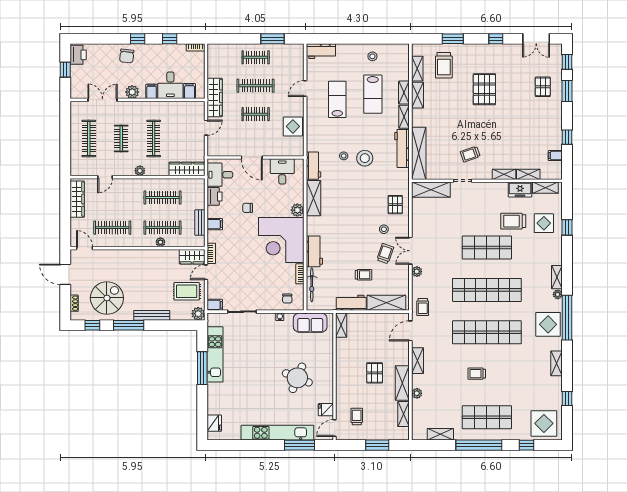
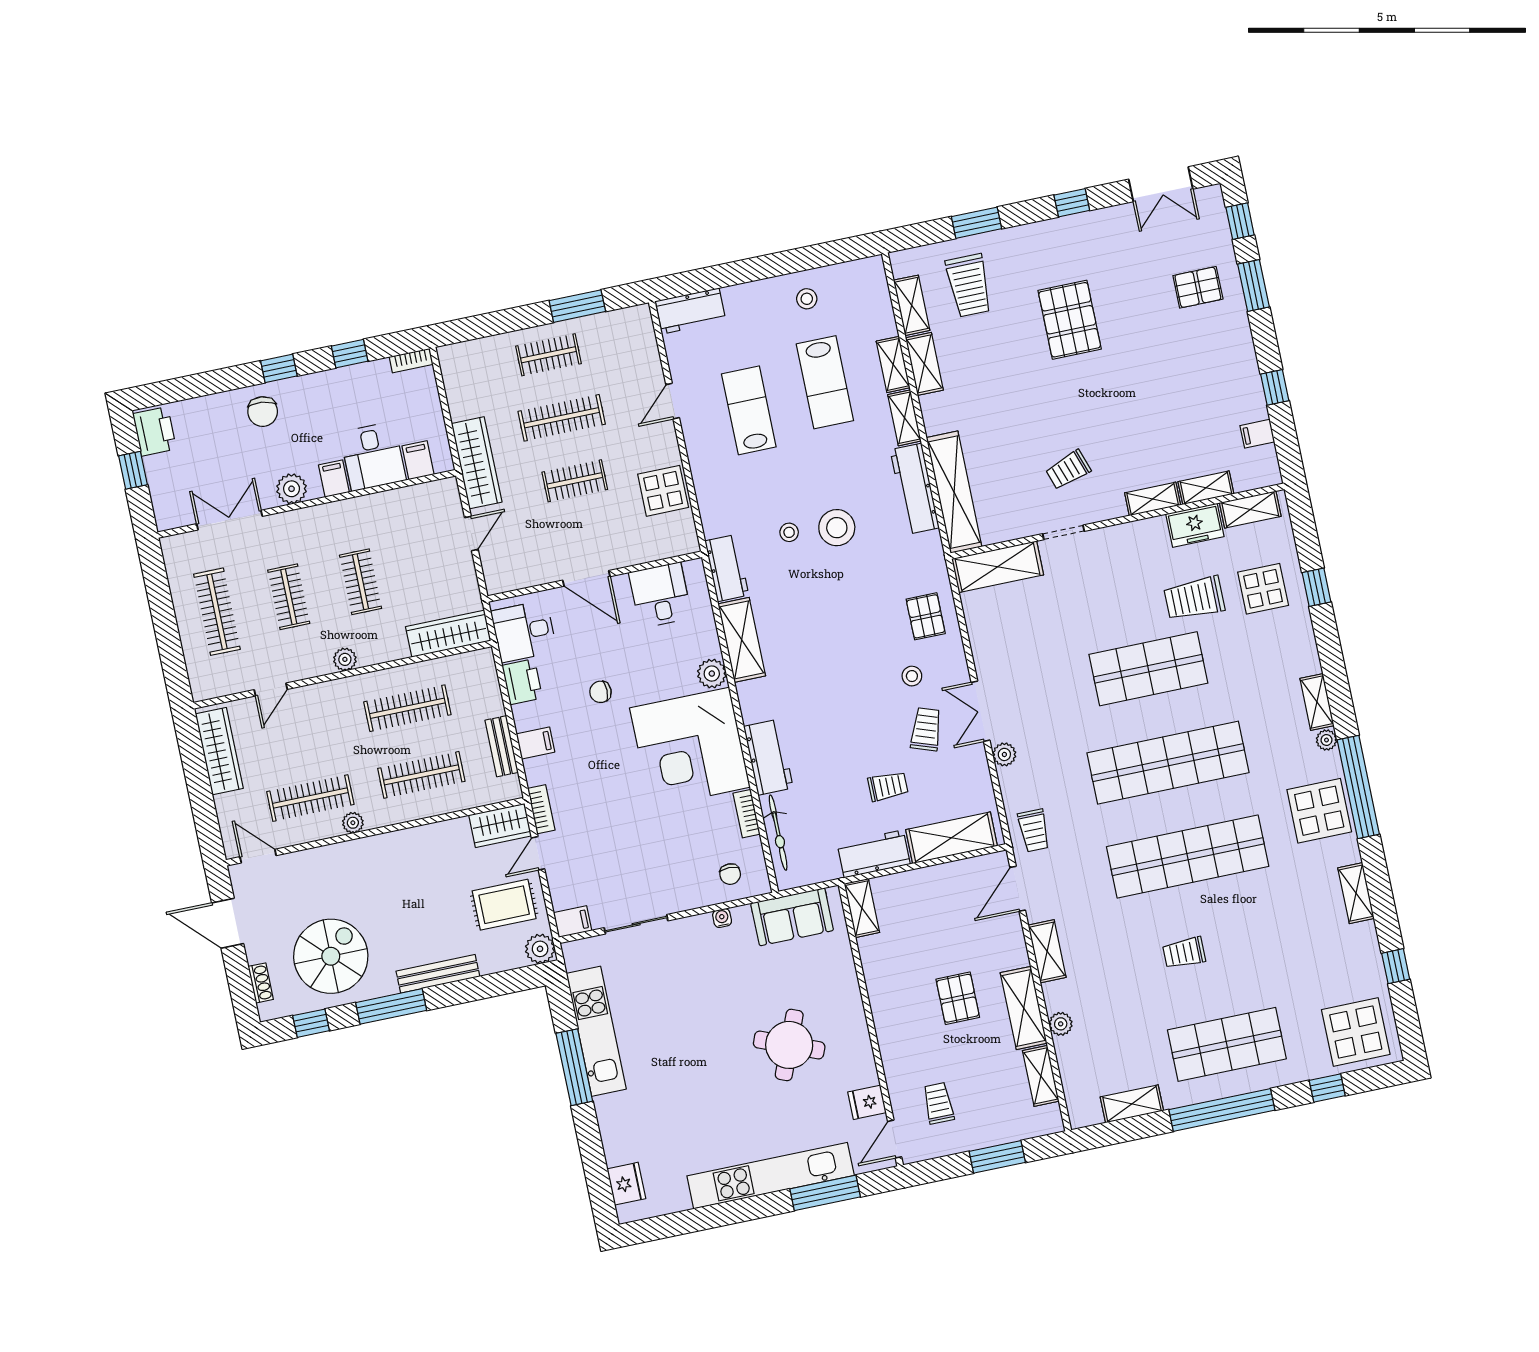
pallet: (543, 87) -> (1198, 287), turned 90
clothes rail: (154, 139) -> (361, 582), width x0.73
plant: (160, 242) -> (353, 823), moved

